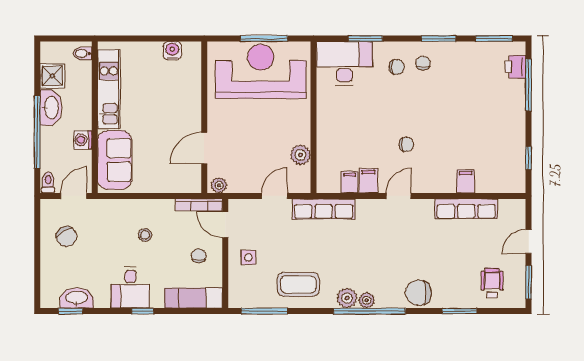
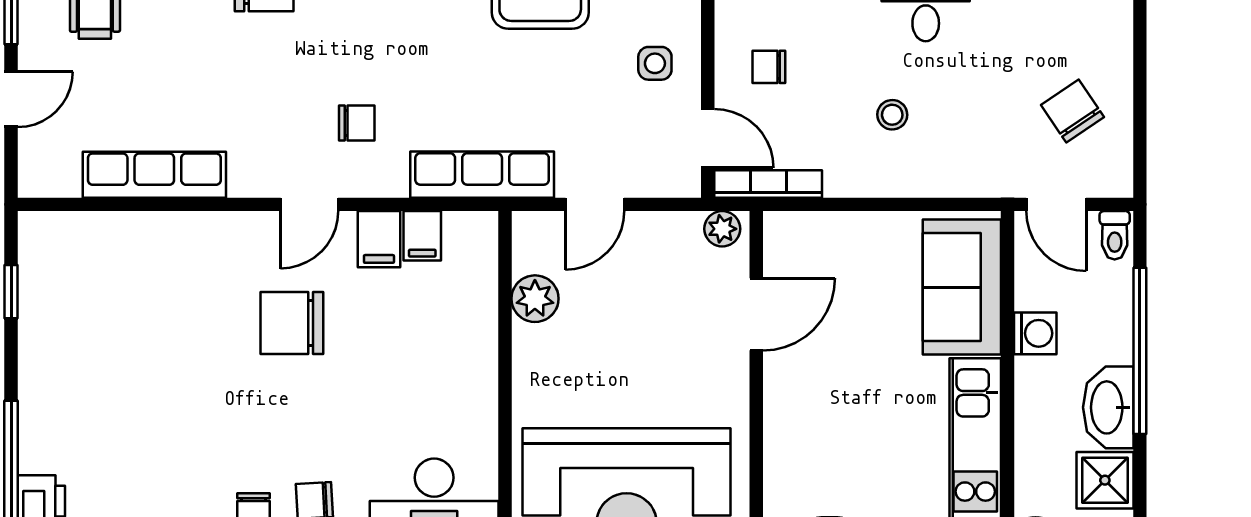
chair: (406, 144) -> (292, 323), width x1.87, depth x1.87
filing cabinet: (466, 181) -> (156, 238), removed
door: (74, 196) -> (1056, 204), hinge flipped
chair: (378, 231) -> (357, 123), added
chair: (199, 256) -> (769, 67), turned 90

